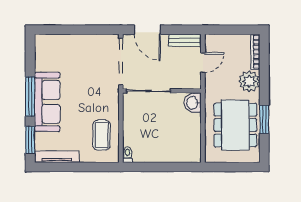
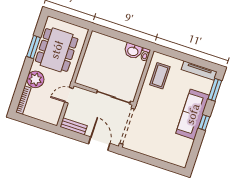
door: (203, 63) -> (69, 95), moved
window: (30, 97) -> (204, 123), width x0.46
washbasin: (193, 103) -> (133, 51), moved, turned 90

